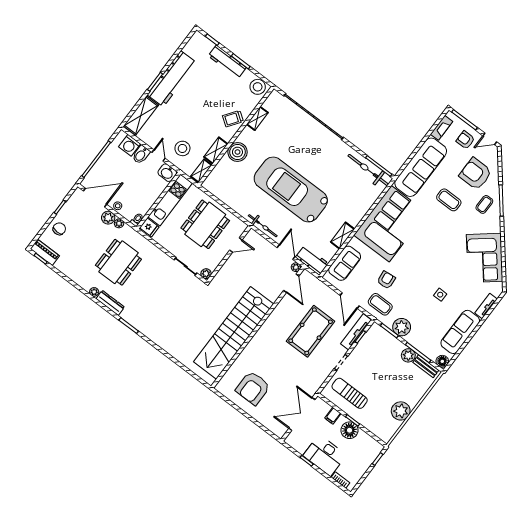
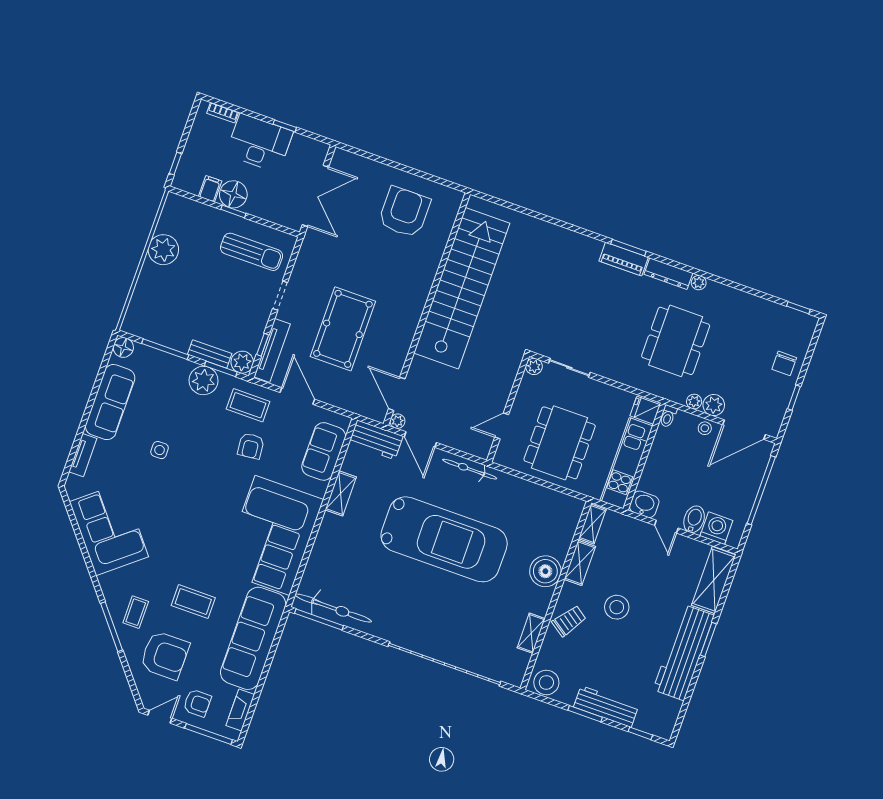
stool: (182, 148) -> (617, 607), moved
piano: (45, 252) -> (624, 259), moved
plant: (408, 355) -> (242, 362), moved
bench: (426, 366) -> (210, 354), moved
filing cabinet: (333, 416) -> (210, 189), moved

